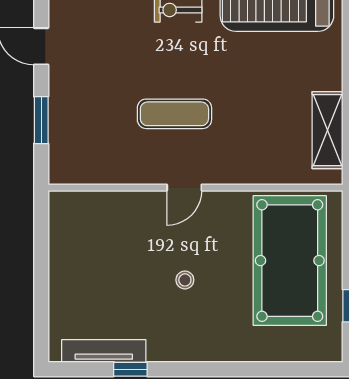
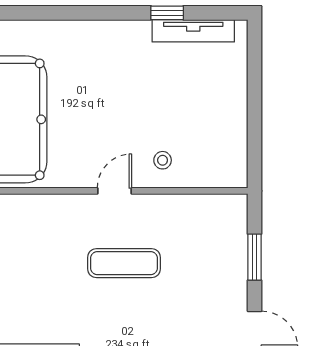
stool: (185, 280) -> (163, 160), moved

